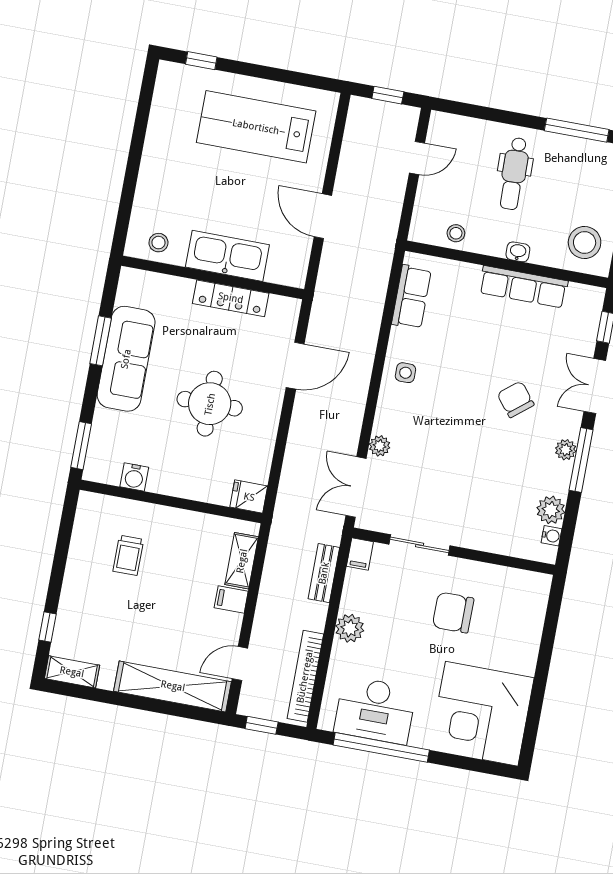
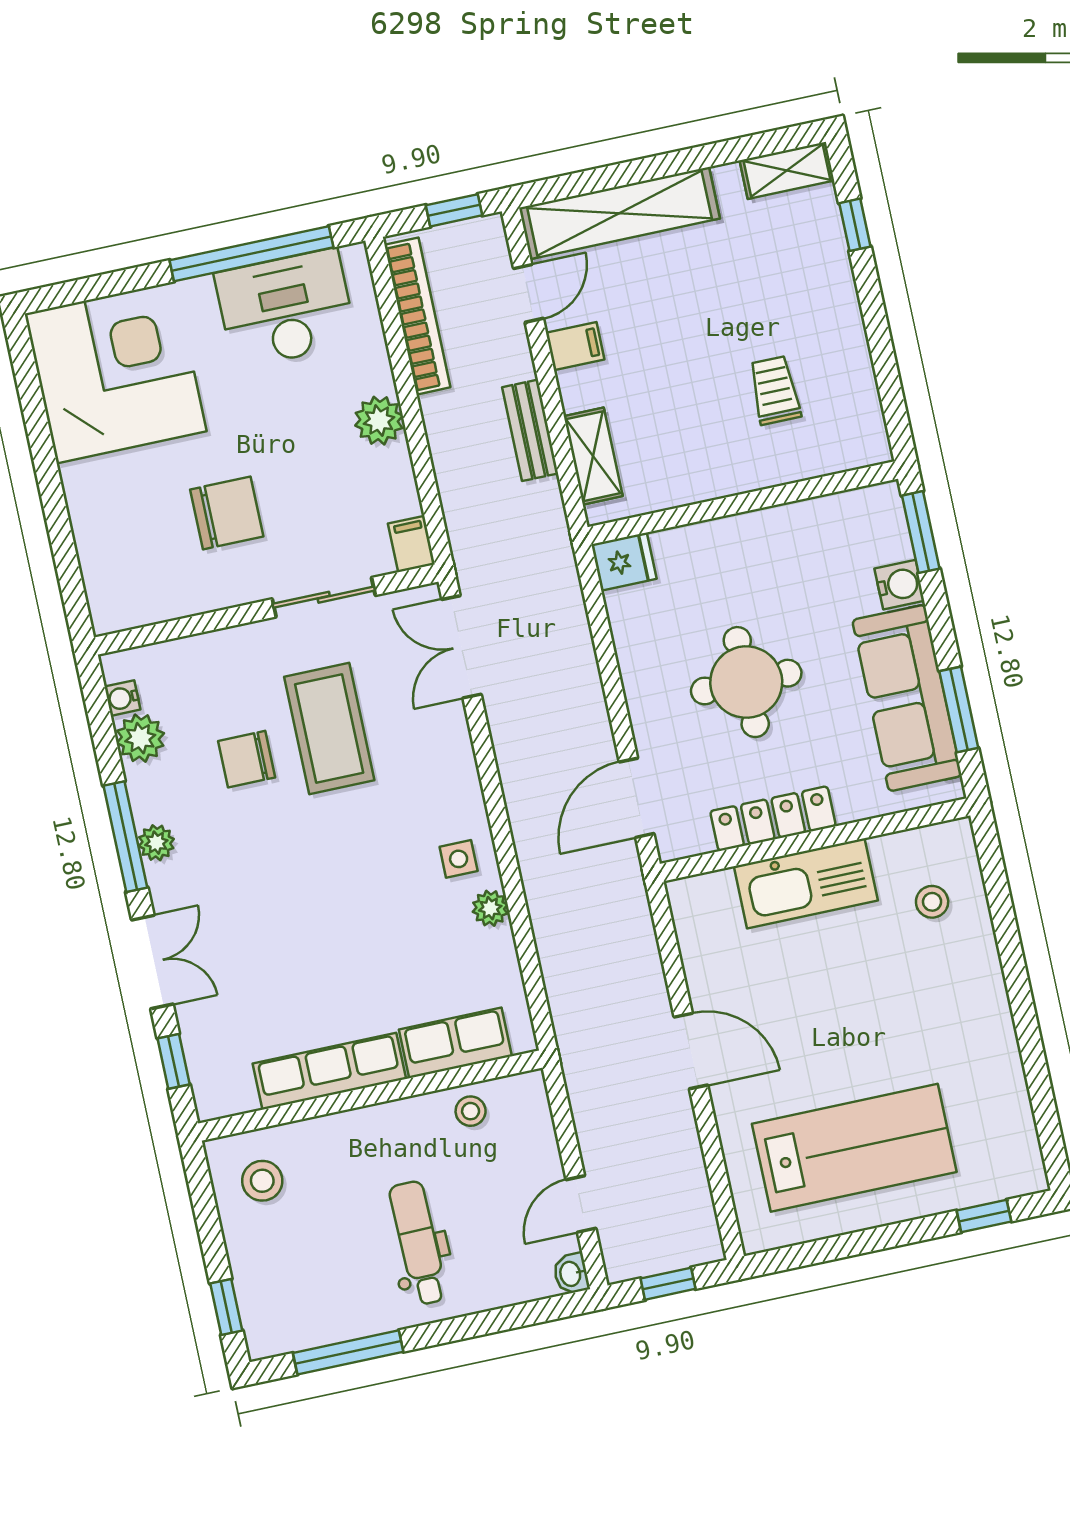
stool: (585, 243) -> (262, 1181), width x0.73, depth x0.73
washbasin: (518, 252) -> (571, 1274), moved, turned 90
kitchen sink: (227, 256) -> (806, 883), moved
wall: (213, 277) -> (815, 840), moved
row of seats: (411, 297) -> (455, 1043), moved, turned 90
locker: (231, 298) -> (773, 819), moved
chair: (516, 399) -> (247, 759), moved, turned 129
plant: (380, 446) -> (490, 908), moved
coffee table: (446, 473) -> (329, 729), added
water cooler: (134, 477) -> (899, 585), moved, turned 90
double door: (356, 487) -> (462, 647), swing flipped
bench: (324, 573) -> (530, 430), moved
filing cabinet: (231, 599) -> (575, 346), moved

